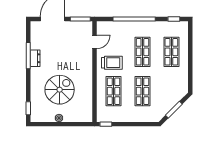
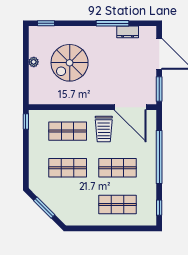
door: (95, 42) -> (130, 107), width x1.87
dresser: (35, 58) -> (128, 32), moved
spiral stairs: (60, 90) -> (70, 63), turned 90

